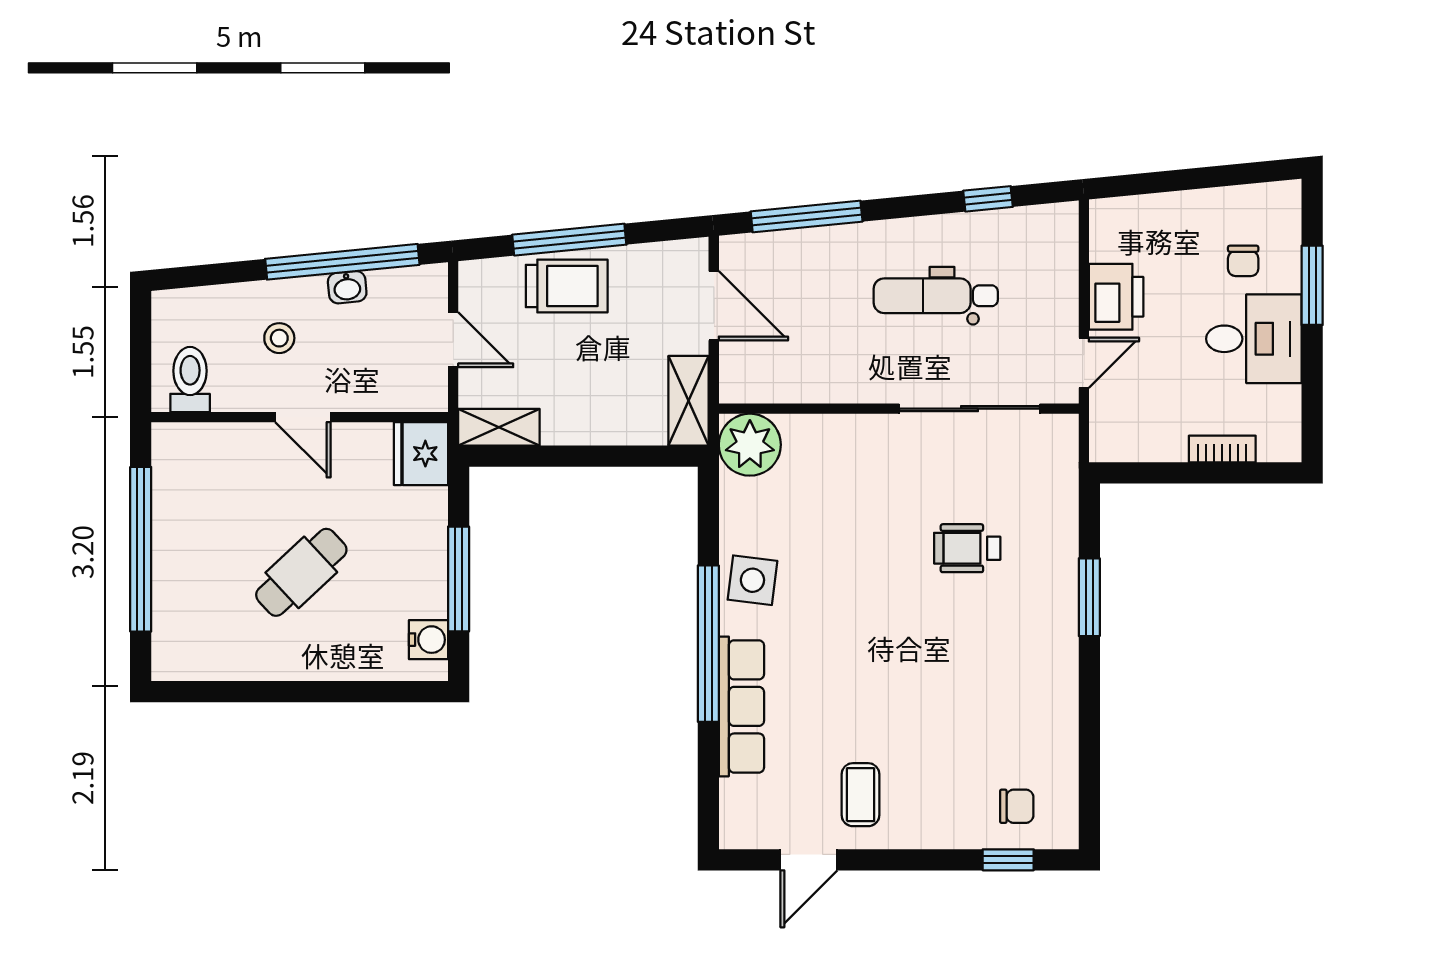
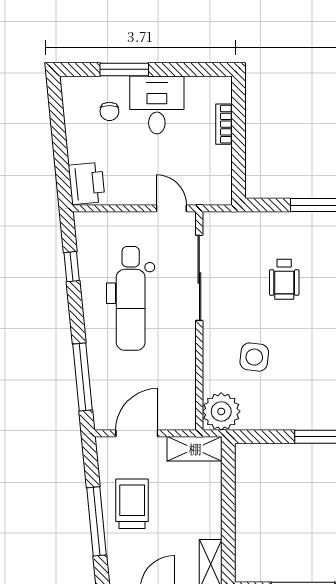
chair: (1243, 261) -> (109, 111), turned 90
trolley: (567, 286) -> (132, 504), moved
dental chair: (936, 296) -> (131, 298), width x1.36, depth x1.38
printer: (1116, 297) -> (87, 183), moved, turned 84
side table: (752, 580) -> (254, 357), moved

